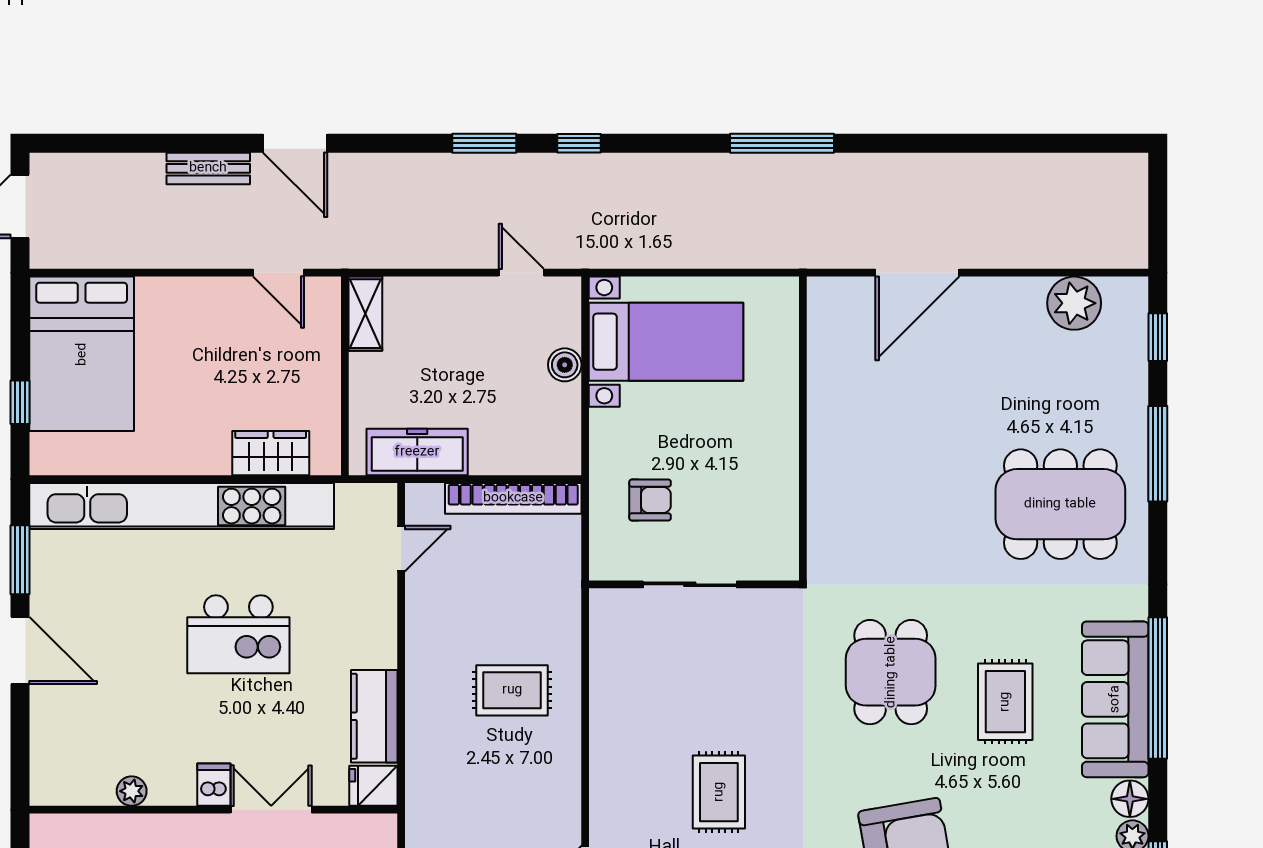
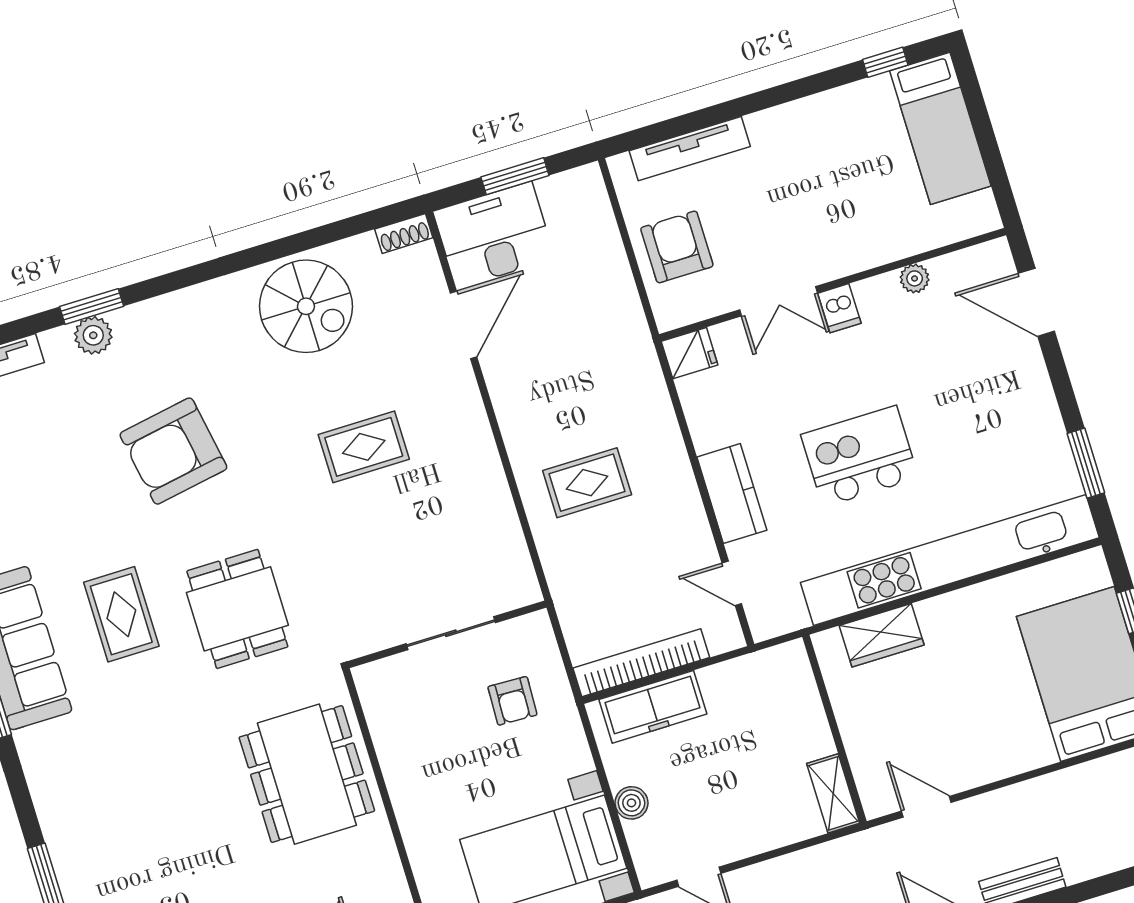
freezer: (417, 452) -> (653, 707), moved
armchair: (650, 500) -> (512, 701), turned -88
dining table: (1060, 504) -> (307, 774), moved, turned 90
door: (401, 549) -> (732, 583), hinge flipped
door: (20, 650) -> (1036, 302), moved
kitchen counter: (374, 716) -> (732, 494), moved
rug: (719, 792) -> (364, 447), turned 90

